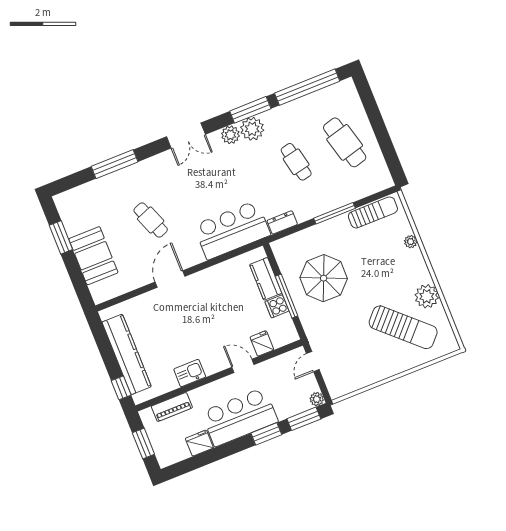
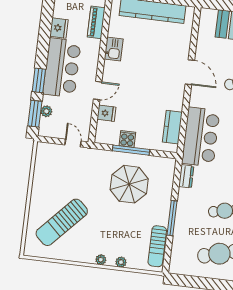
kitchen counter: (266, 279) -> (172, 127), moved, turned -90
plant: (427, 296) -> (101, 260), moved, width x0.53, depth x0.53
plant: (317, 399) -> (46, 111), moved

